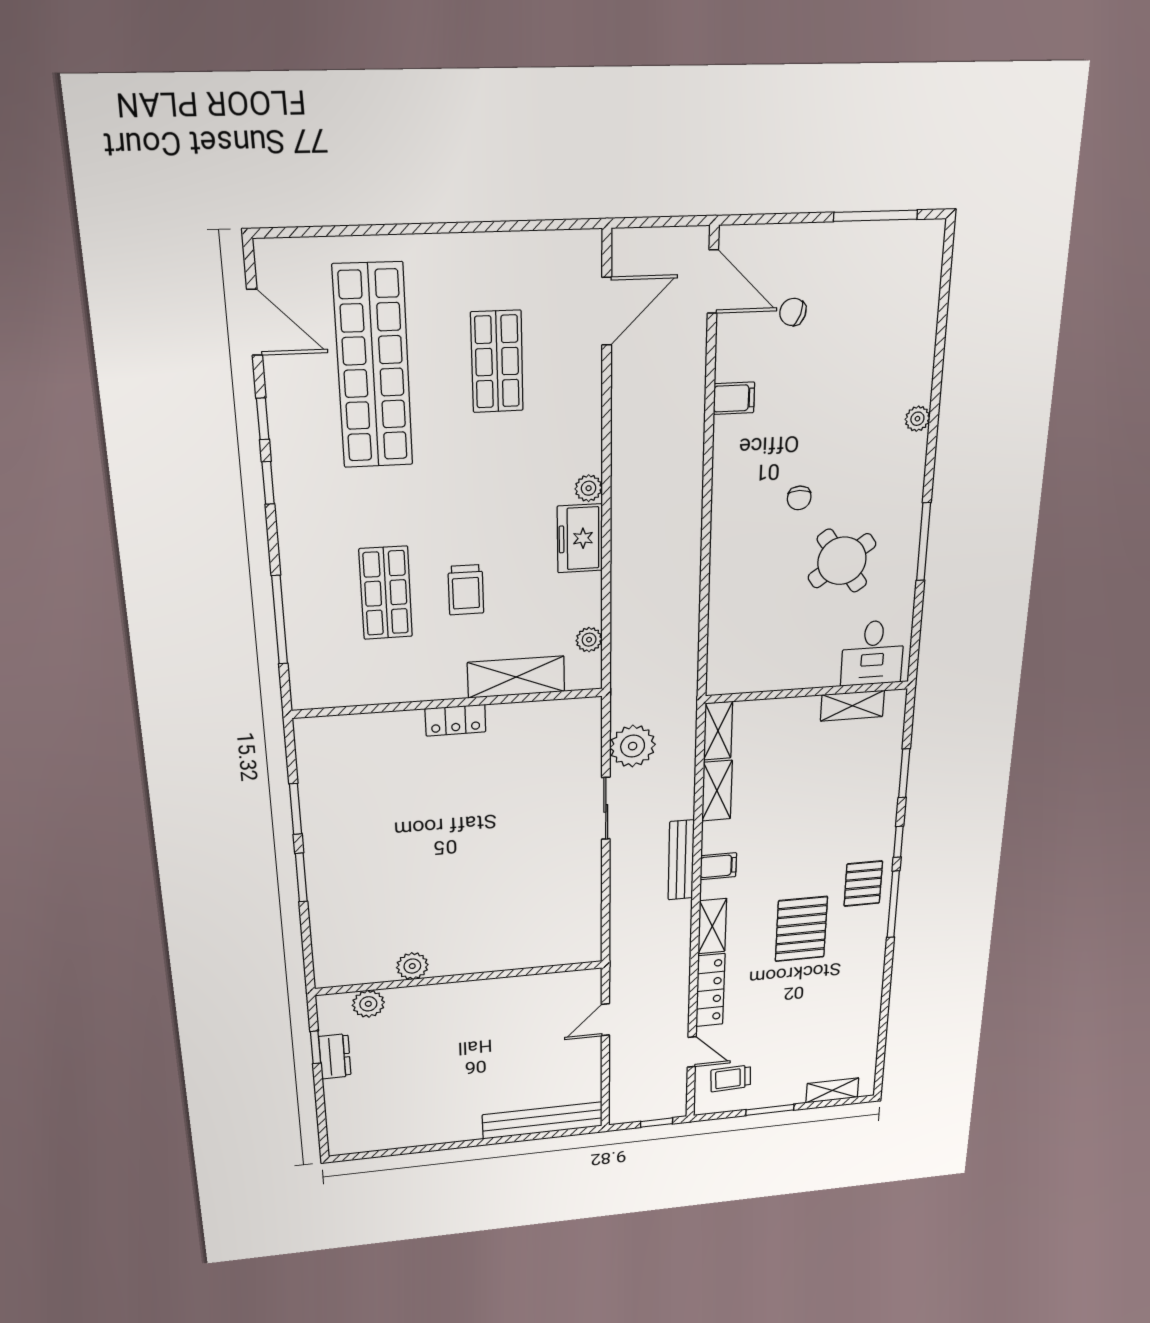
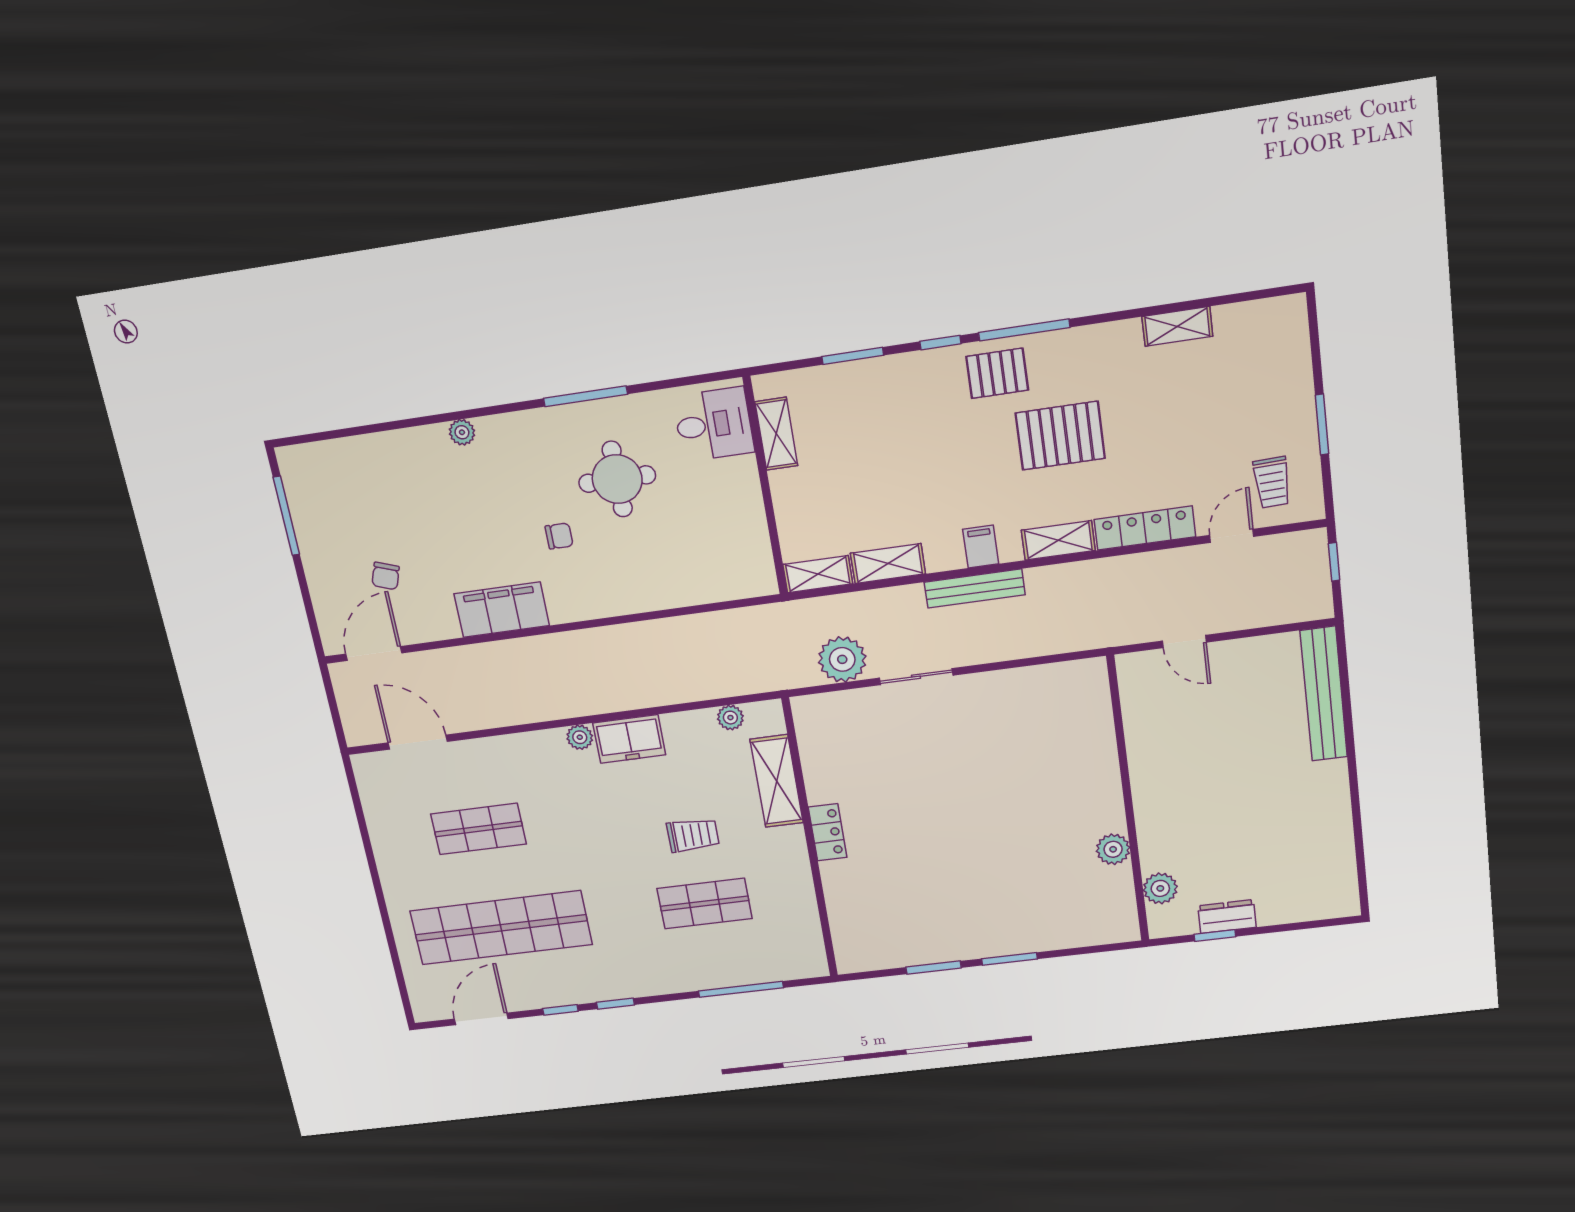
filing cabinet: (734, 398) -> (502, 610), width x3.00, depth x1.17
round table: (842, 561) -> (617, 479), turned 35
shelving: (832, 1090) -> (1177, 326), moved, turned 90

